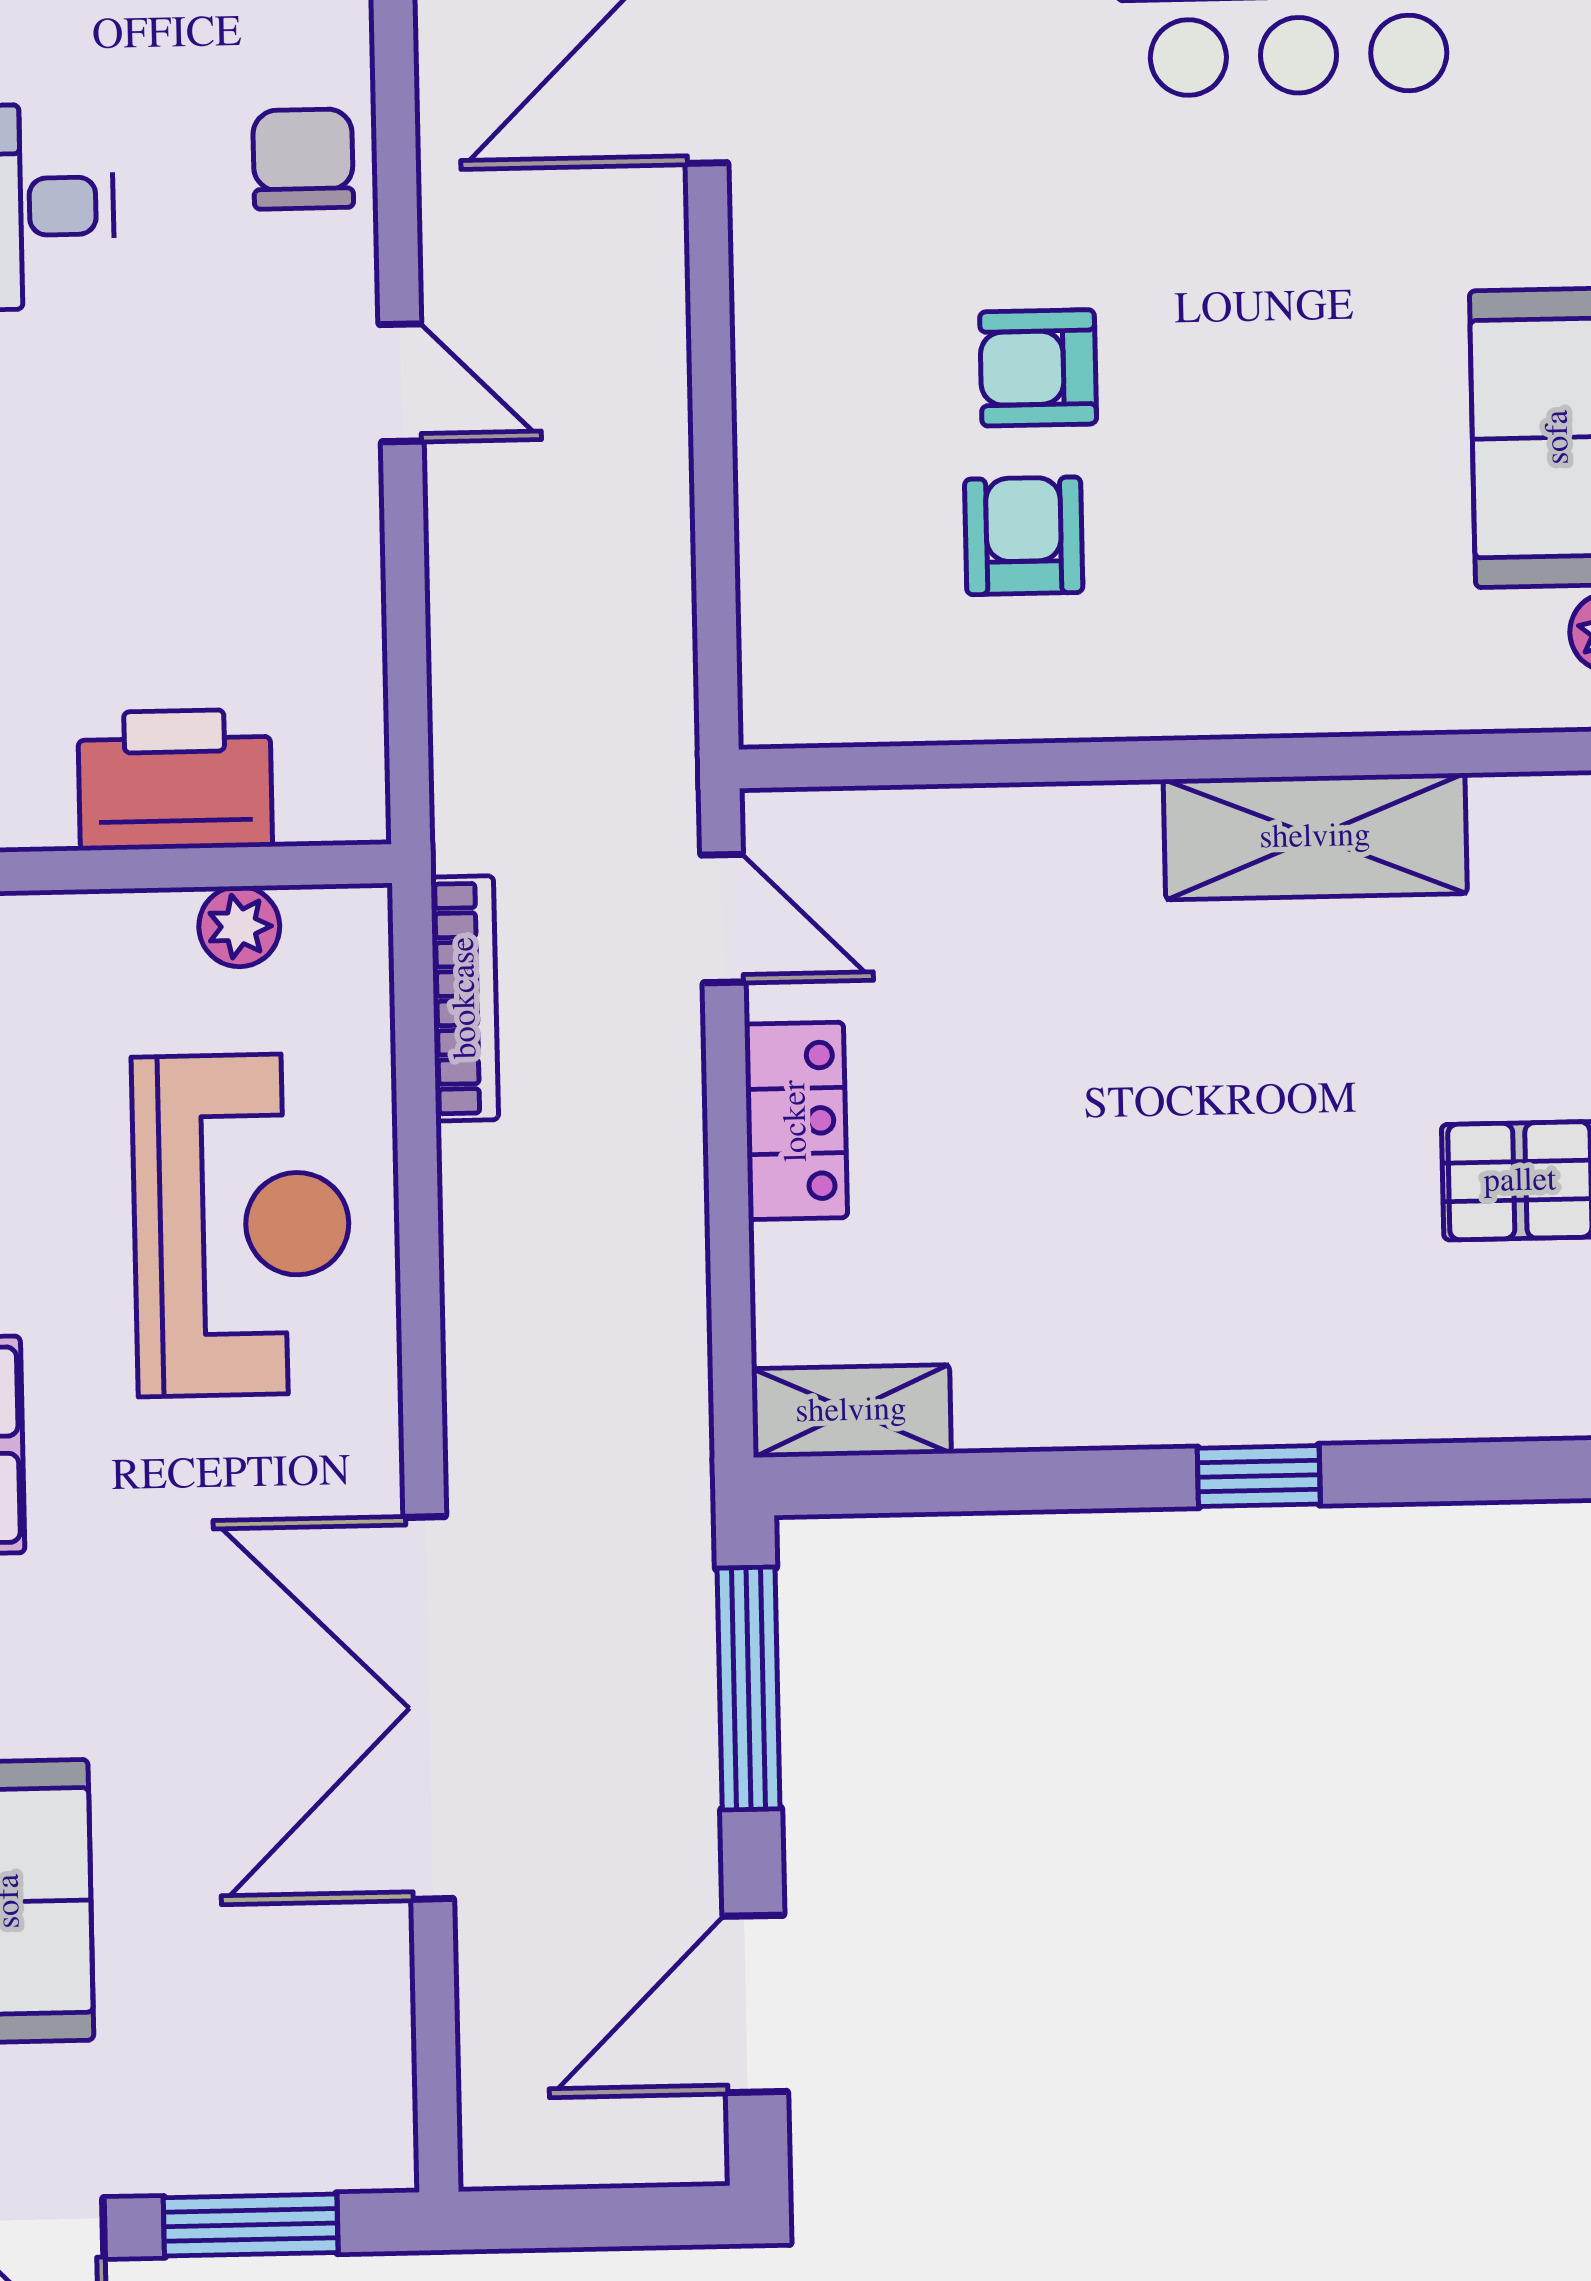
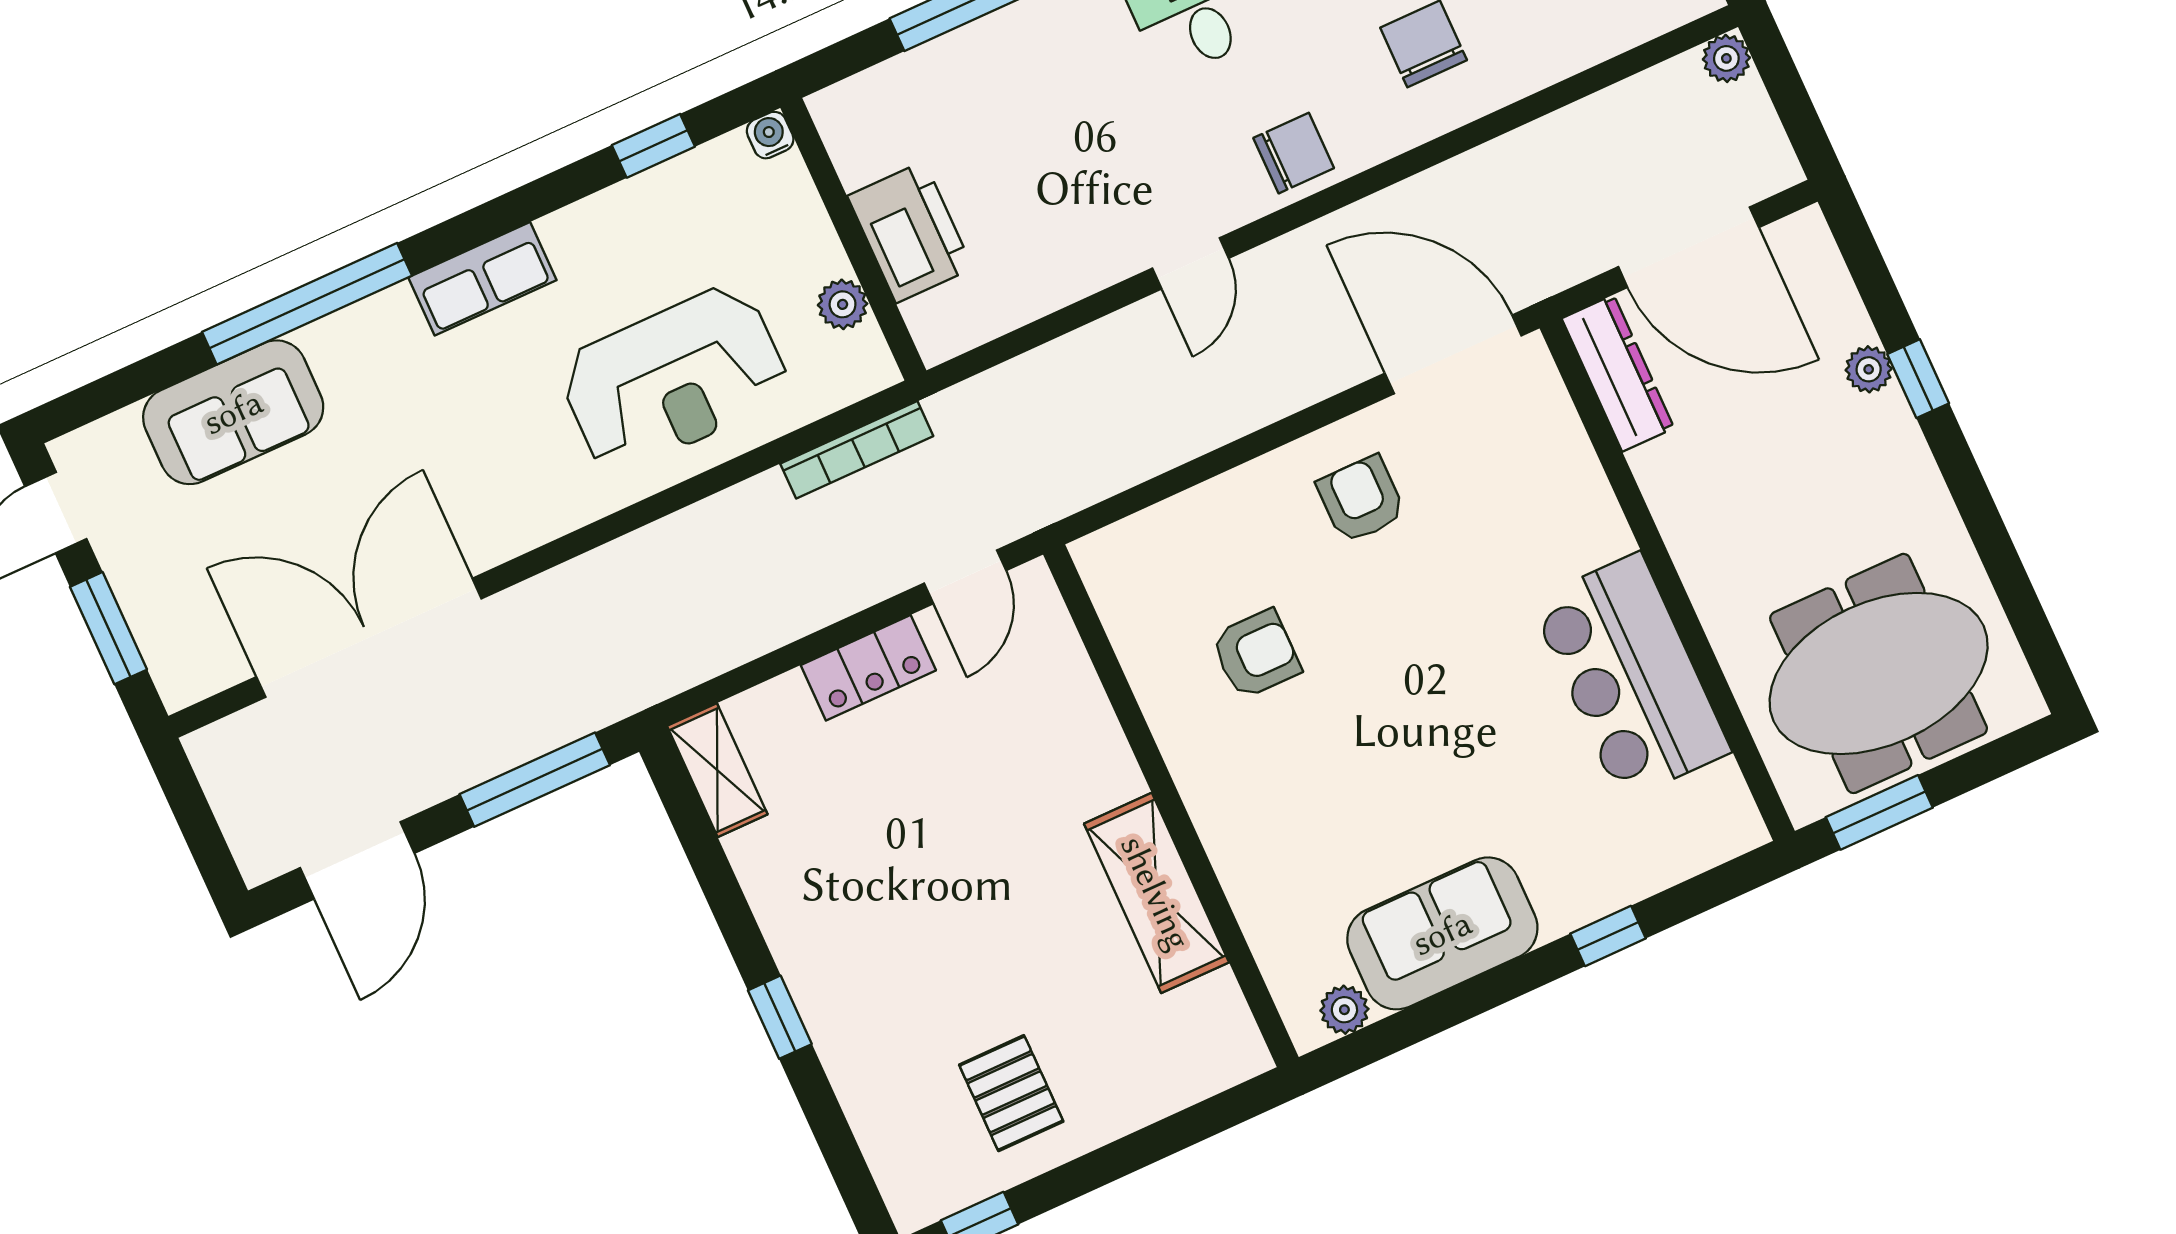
armchair: (1038, 368) -> (1361, 499), moved
double door: (429, 1708) -> (369, 638), moved
door: (755, 2004) -> (357, 860), swing flipped

